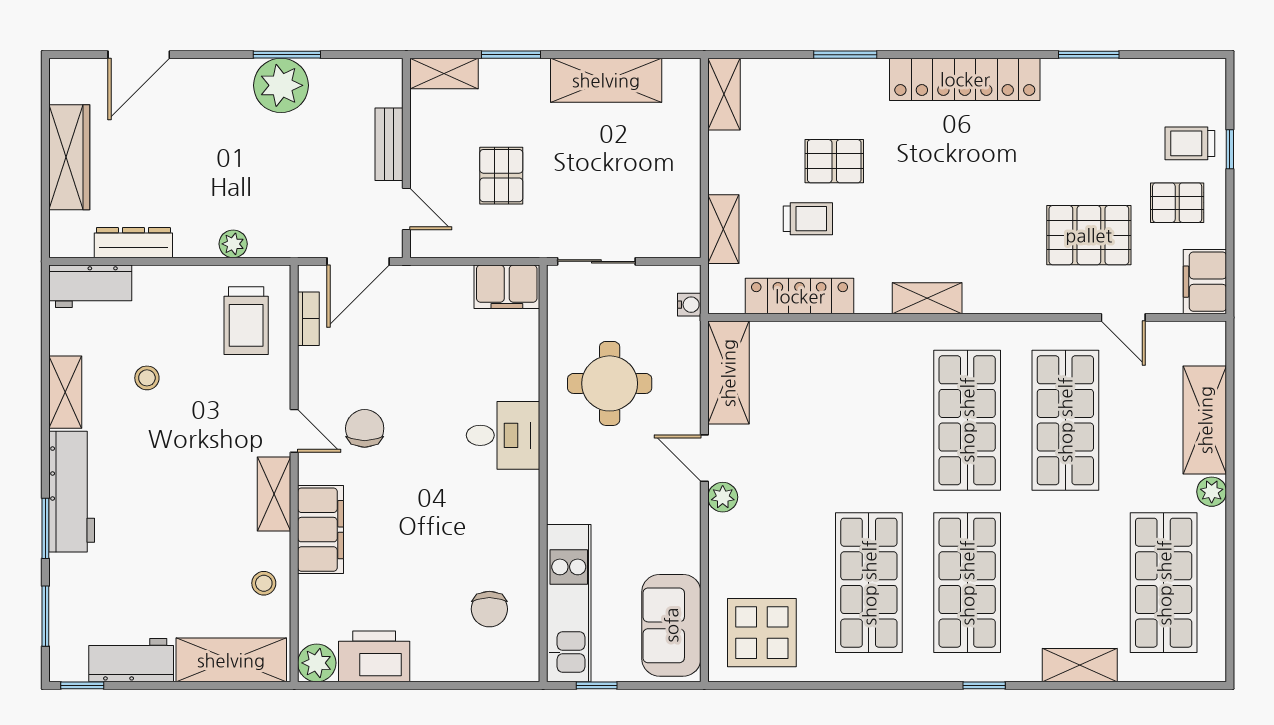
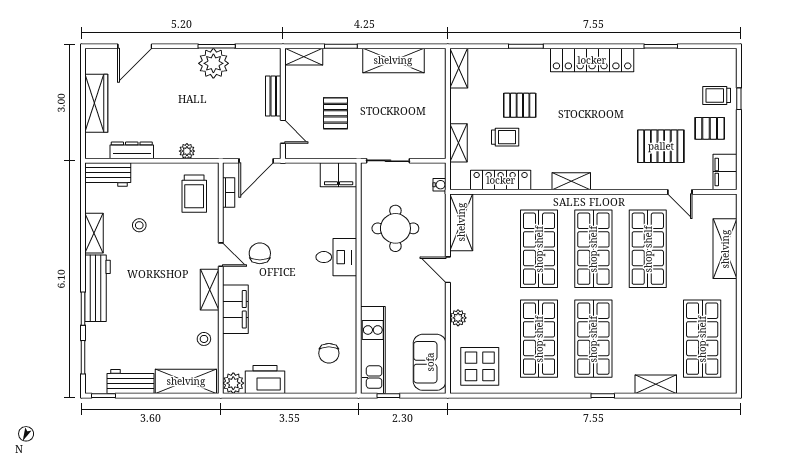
shop shelf: (869, 420) -> (539, 249), added
plant: (1212, 492) -> (729, 288), removed
plant: (723, 497) -> (458, 318), moved

